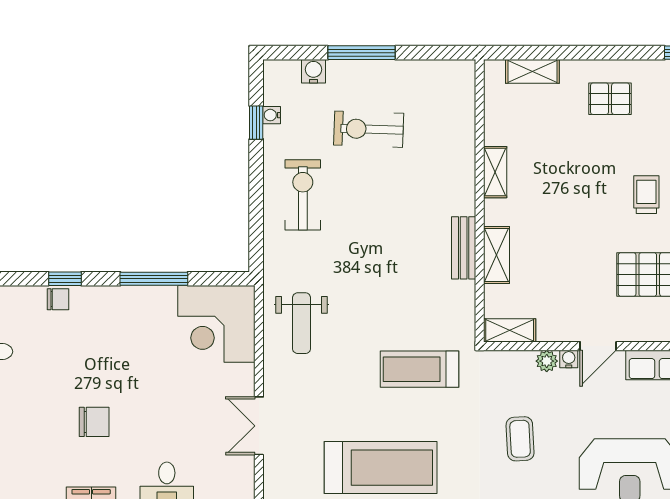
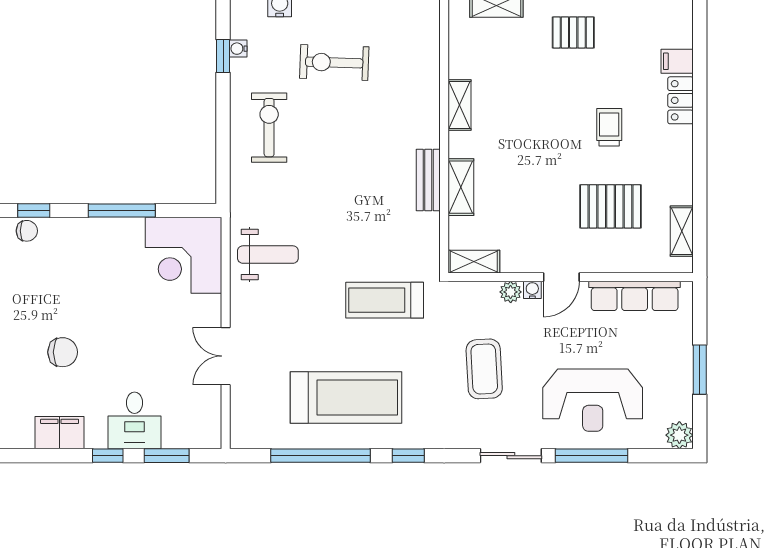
weight bench: (302, 323) -> (268, 255), turned -90
coffee table: (520, 439) -> (484, 369), width x1.36, depth x1.30

